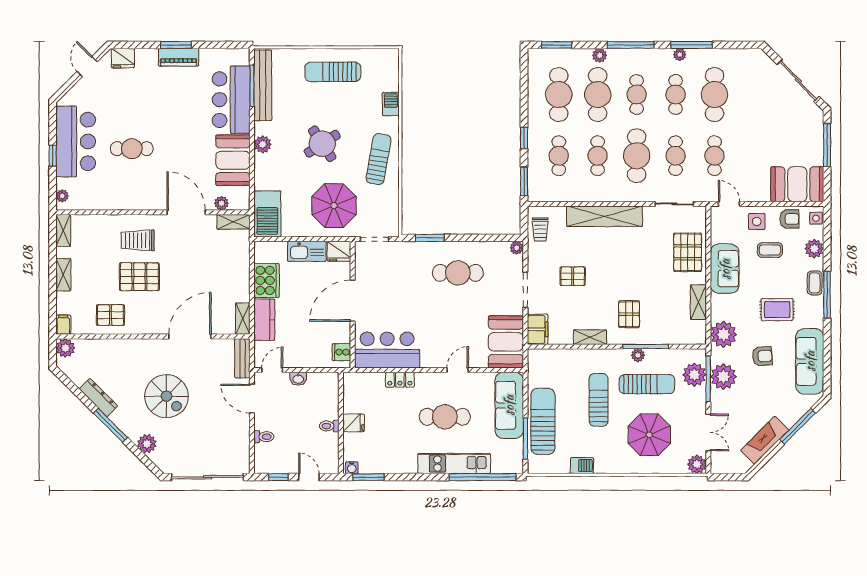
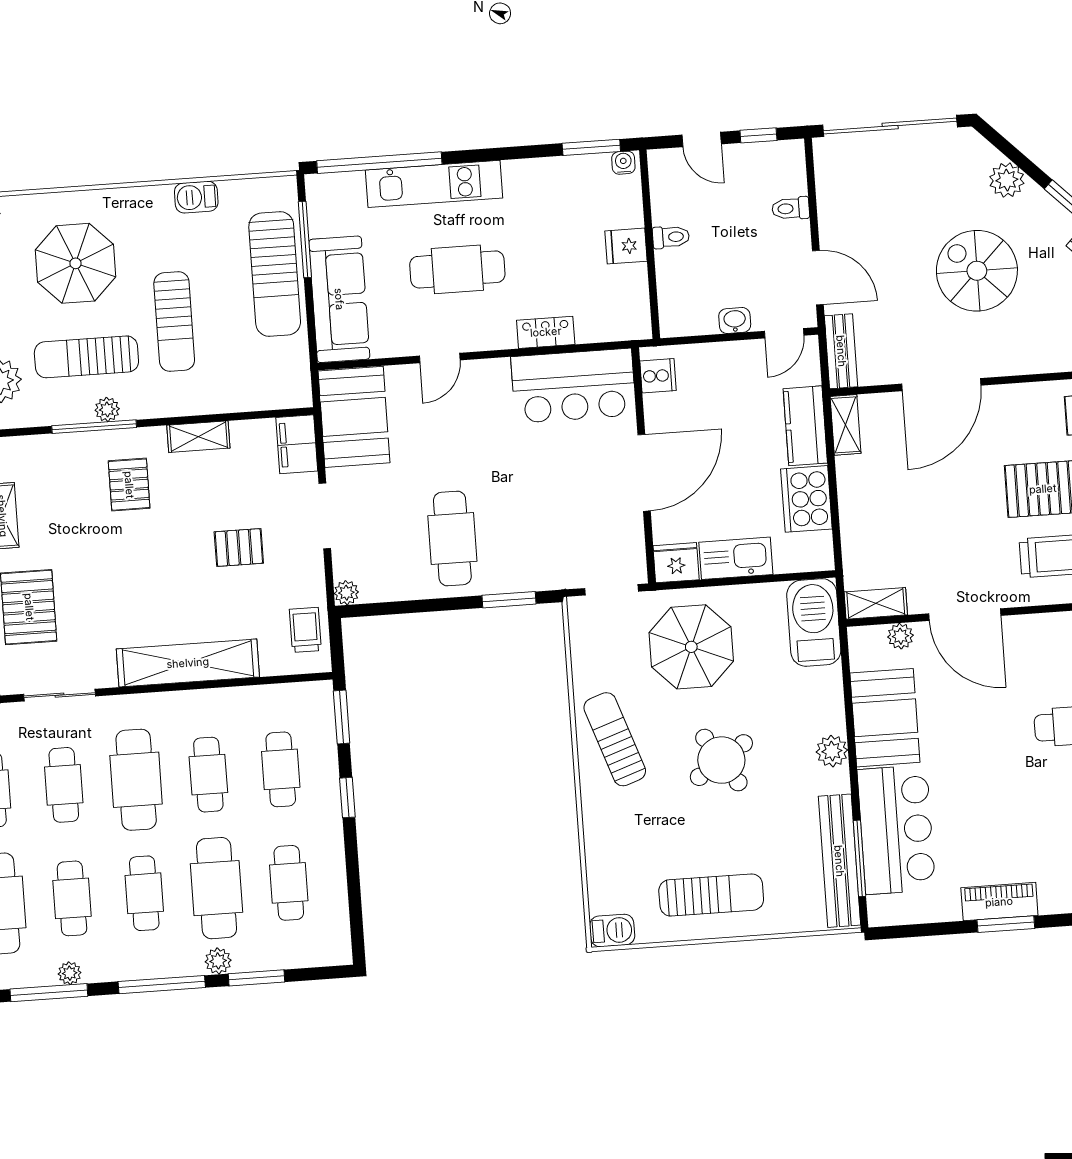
window: (557, 45) -> (257, 978), moved
cafe table: (559, 95) -> (289, 883), width x0.73, depth x0.74
barbecue: (391, 104) -> (612, 930), moved, turned -90
sun lounger: (379, 159) -> (615, 739), turned 151
cafe table: (458, 273) -> (452, 539), turned 90

